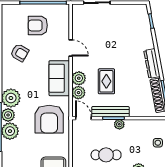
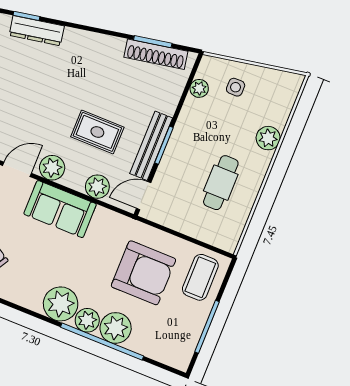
dresser: (152, 63) -> (37, 31), moved
plant: (79, 78) -> (52, 168), moved
armchair: (49, 119) -> (143, 273), moved
plant: (119, 124) -> (199, 88), moved

